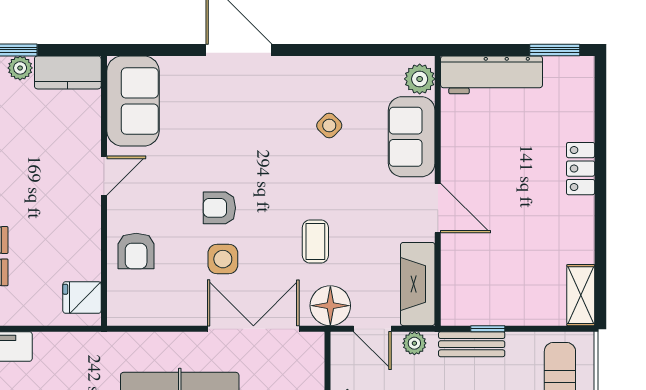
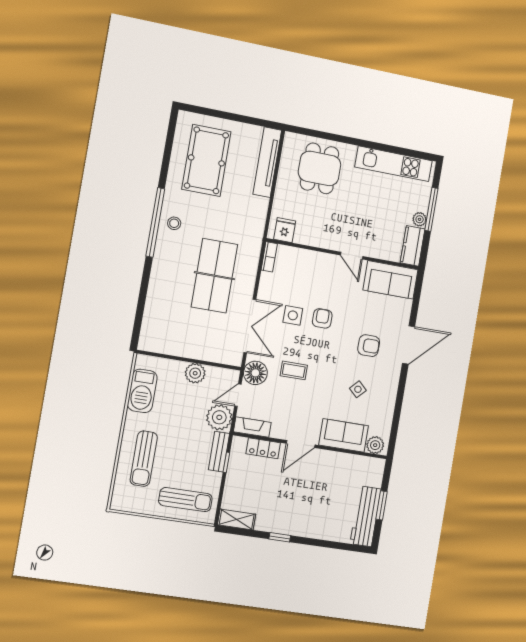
window: (555, 50) -> (382, 505), moved
workbench: (492, 75) -> (366, 516), moved
locker: (581, 169) -> (263, 448), moved, turned 180
window: (600, 217) -> (280, 537), added
armchair: (136, 251) -> (369, 346), moved, turned 180
fireplace: (418, 284) -> (252, 427), width x0.73, depth x0.76
bookcase: (132, 316) -> (269, 257), added
plant: (414, 343) -> (219, 417), width x1.87, depth x1.87

